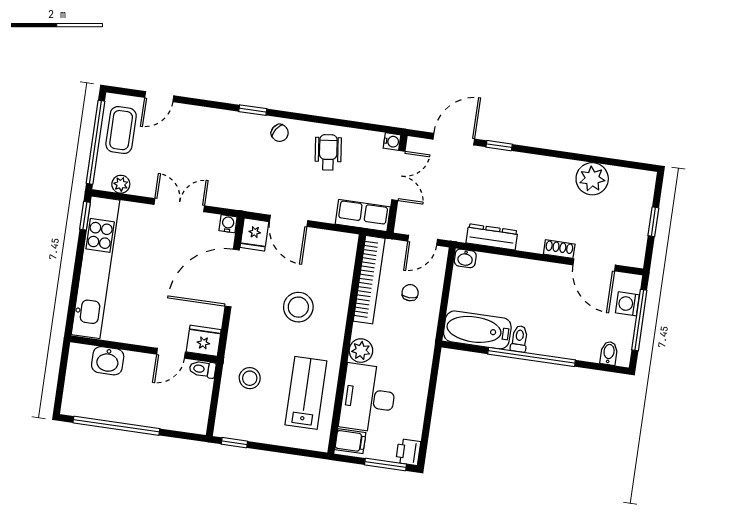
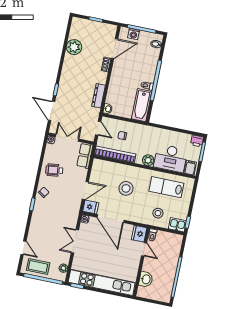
kitchen sink: (227, 421) -> (177, 225), added

